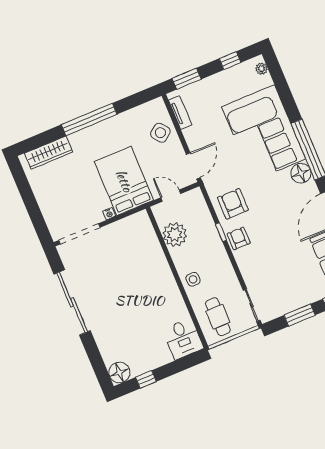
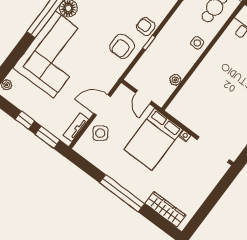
window: (230, 61) -> (25, 120), moved
door: (193, 166) -> (102, 105), moved
plant: (175, 235) -> (175, 80), width x0.53, depth x0.53
armchair: (239, 238) -> (146, 26), turned 90

